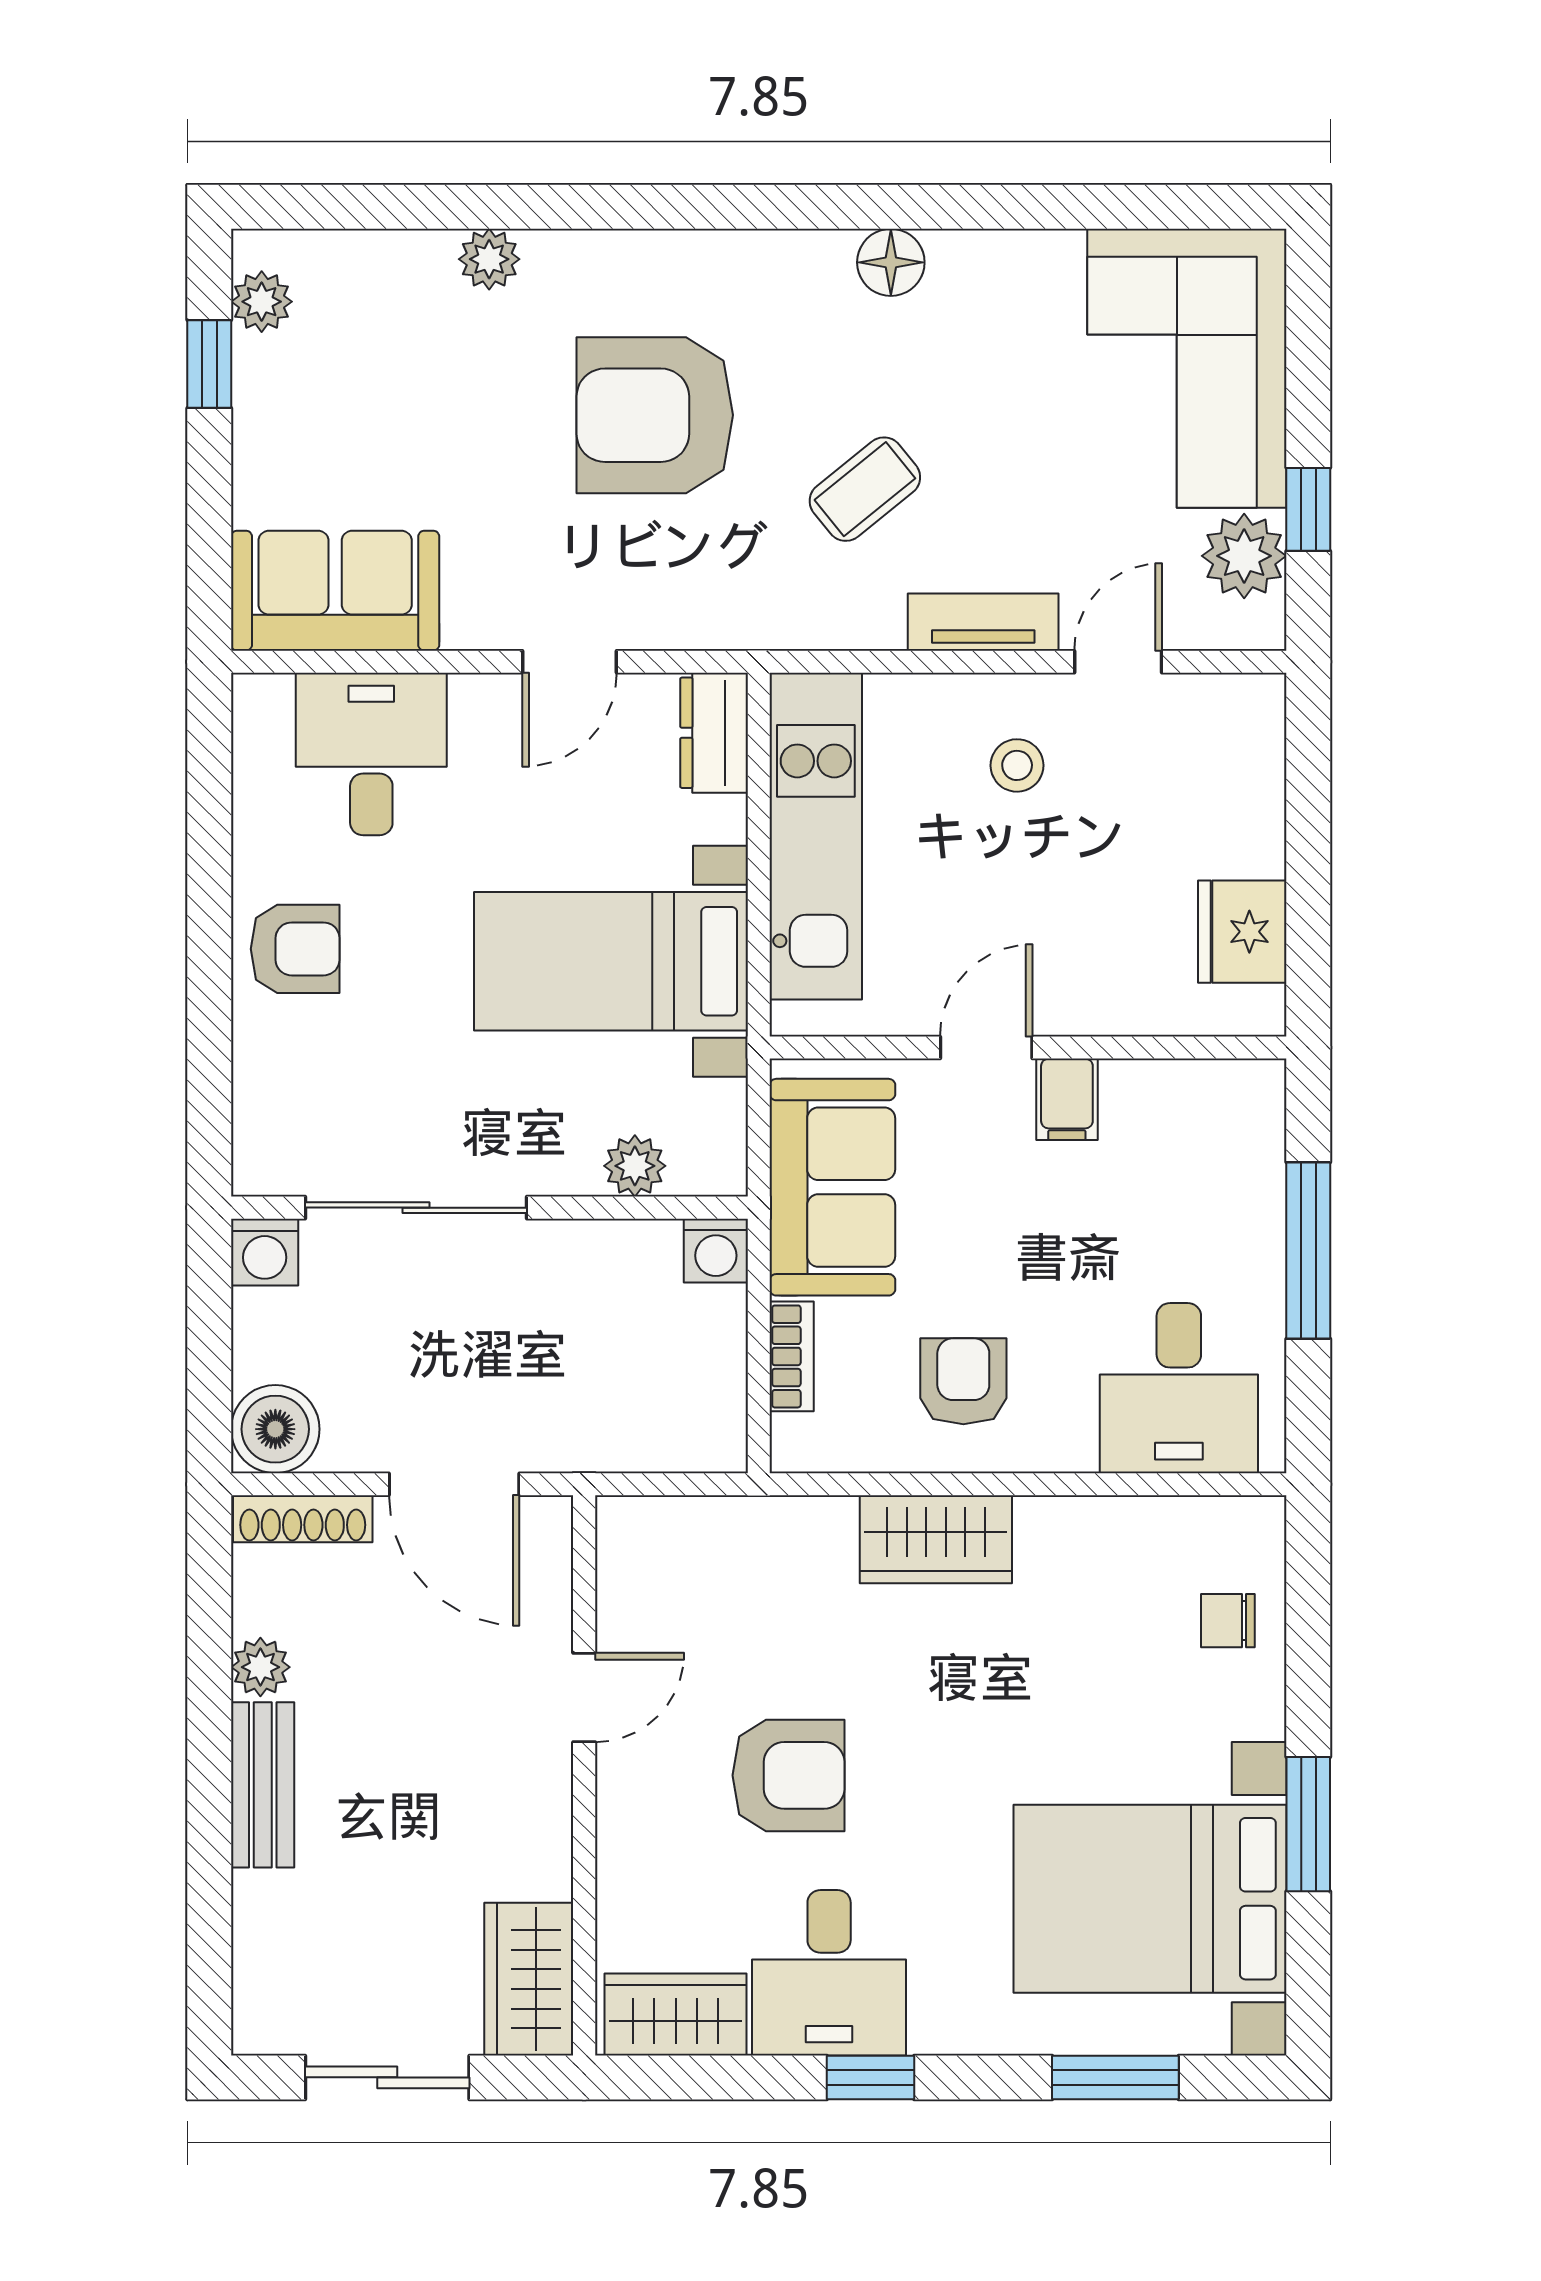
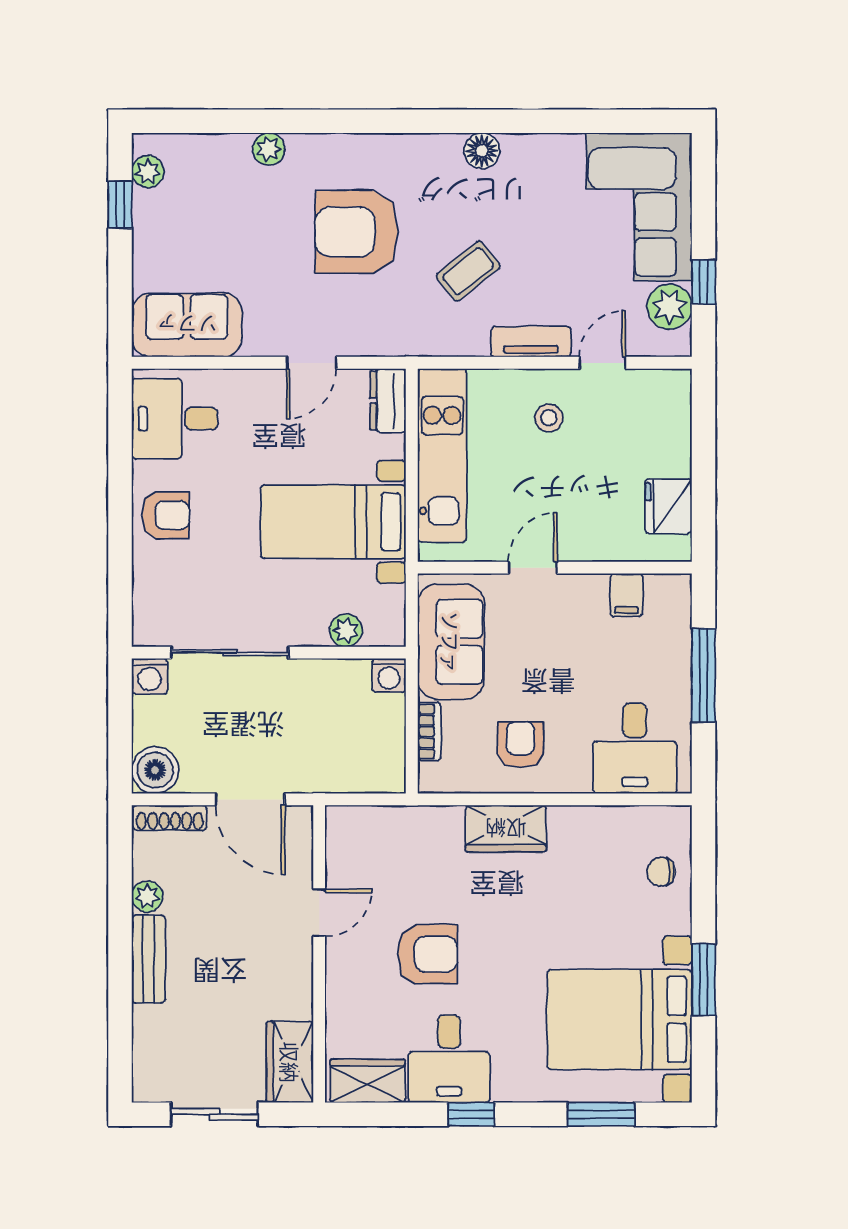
desk: (371, 754) -> (175, 419), moved, turned -90
filing cabinet: (1067, 1099) -> (626, 595), moved

